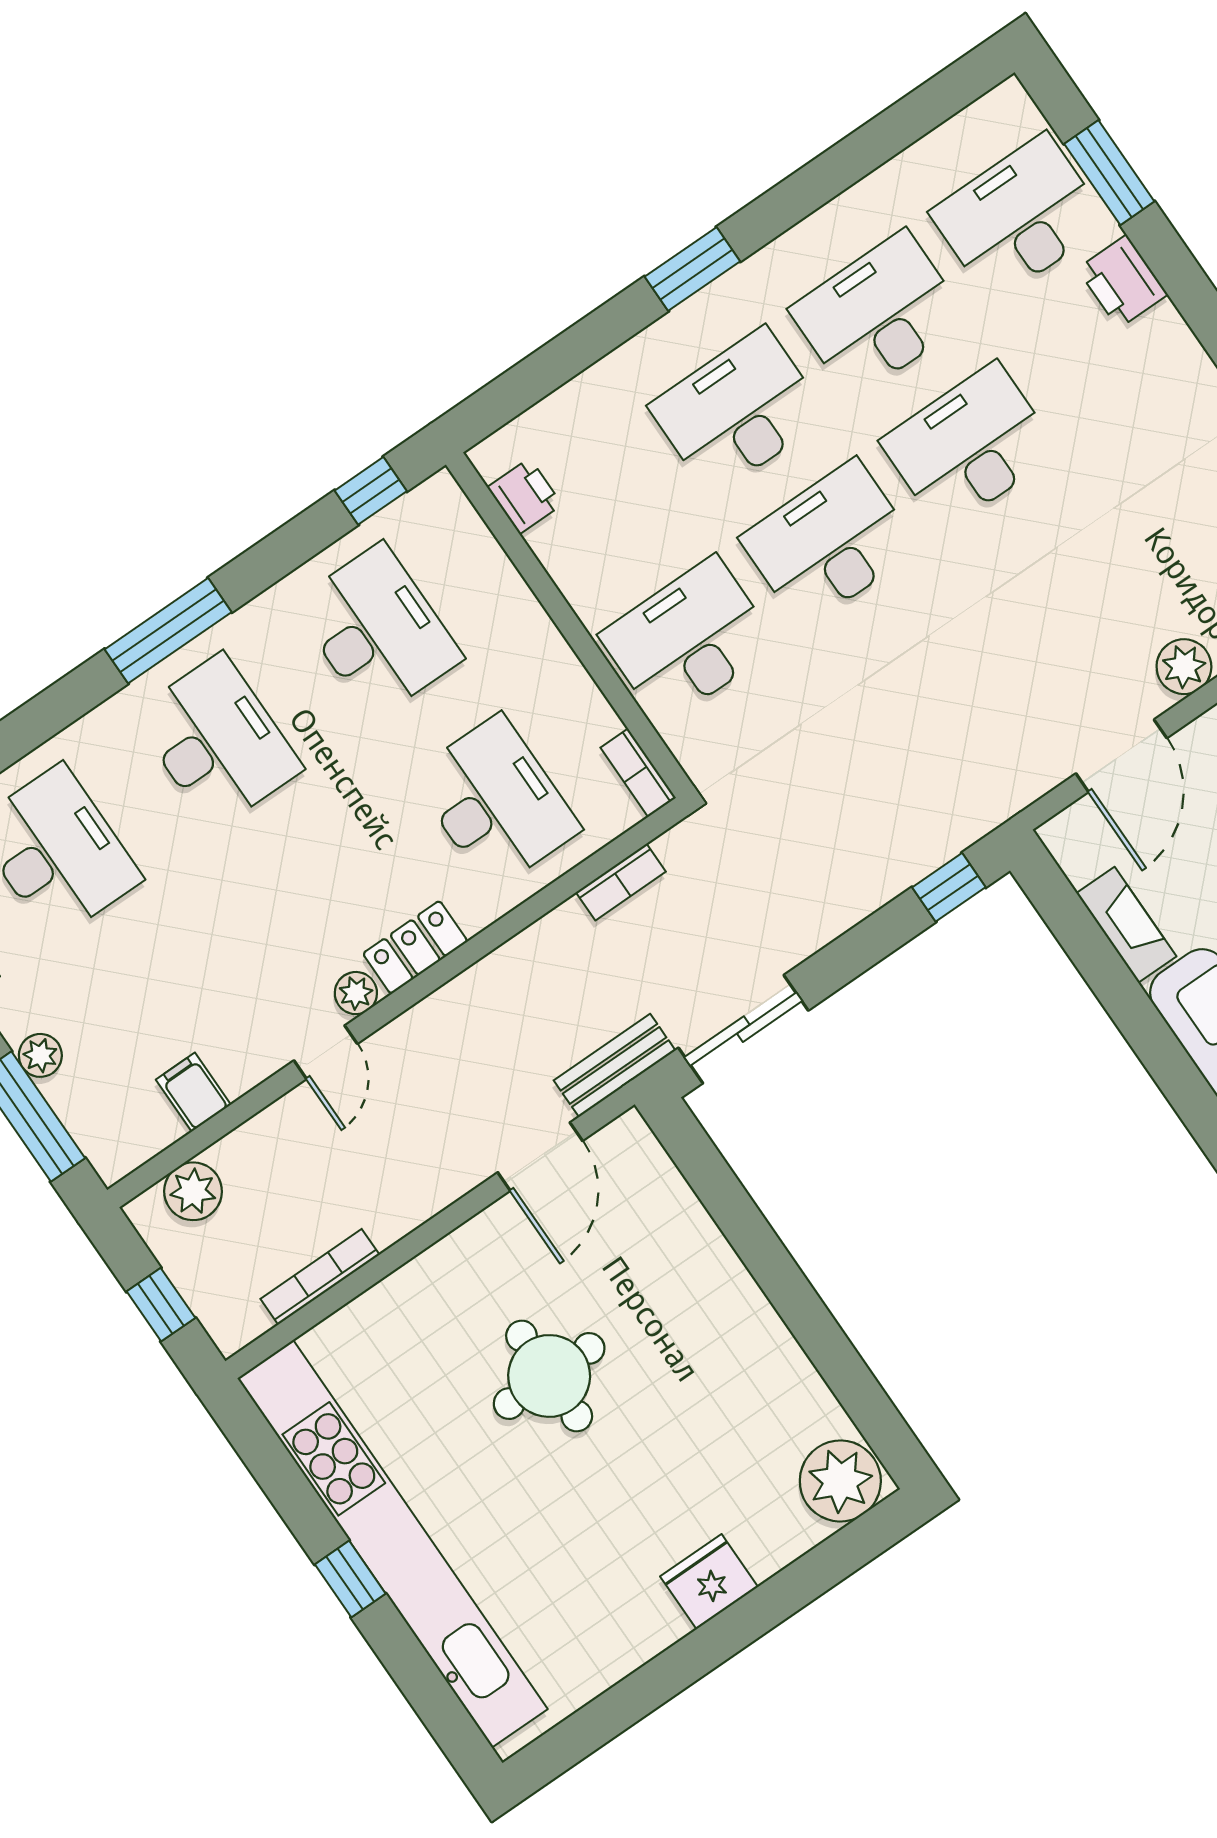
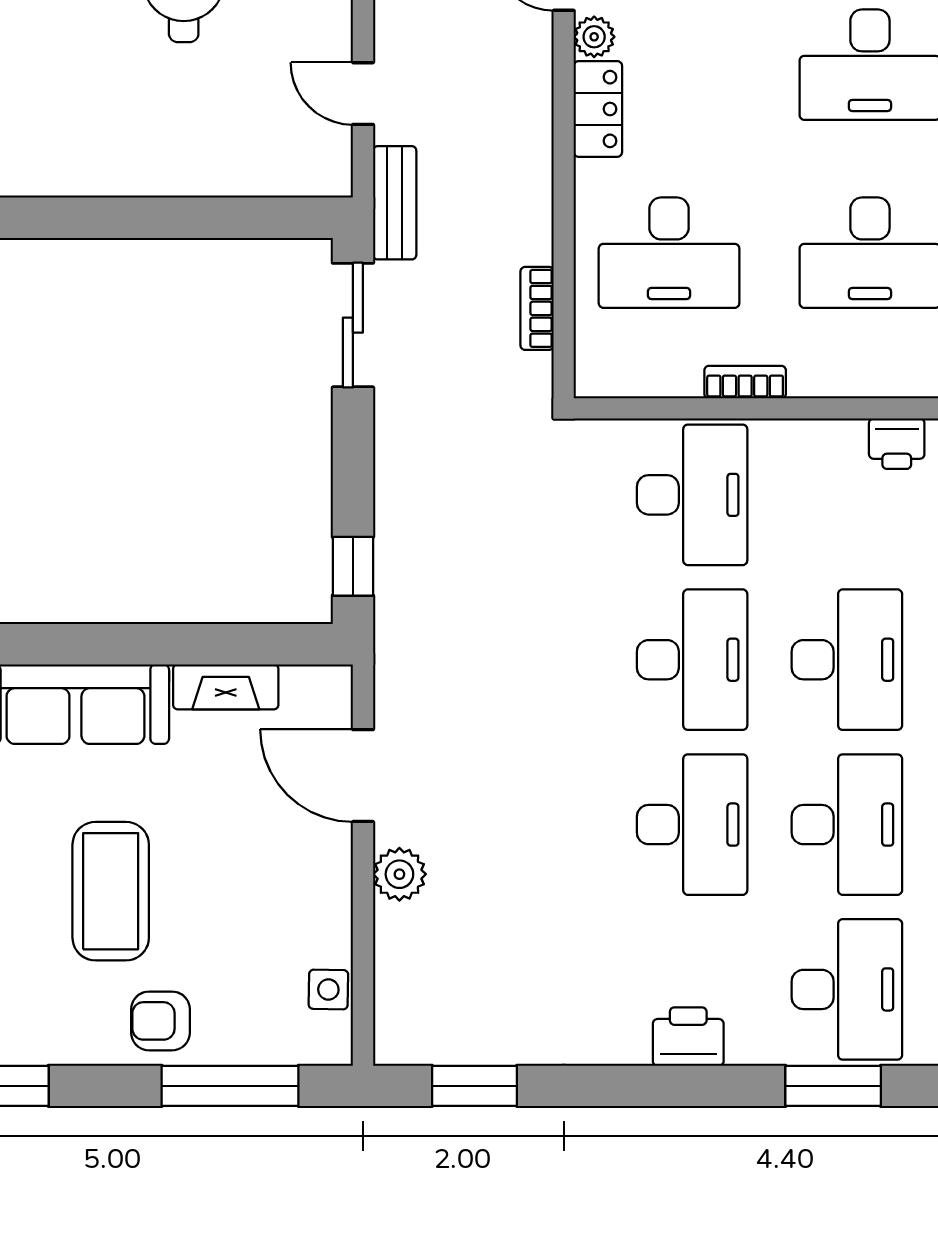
printer: (1122, 282) -> (688, 1037), moved
bookcase: (638, 773) -> (745, 382), moved
door: (540, 1157) -> (363, 94), width x0.73

